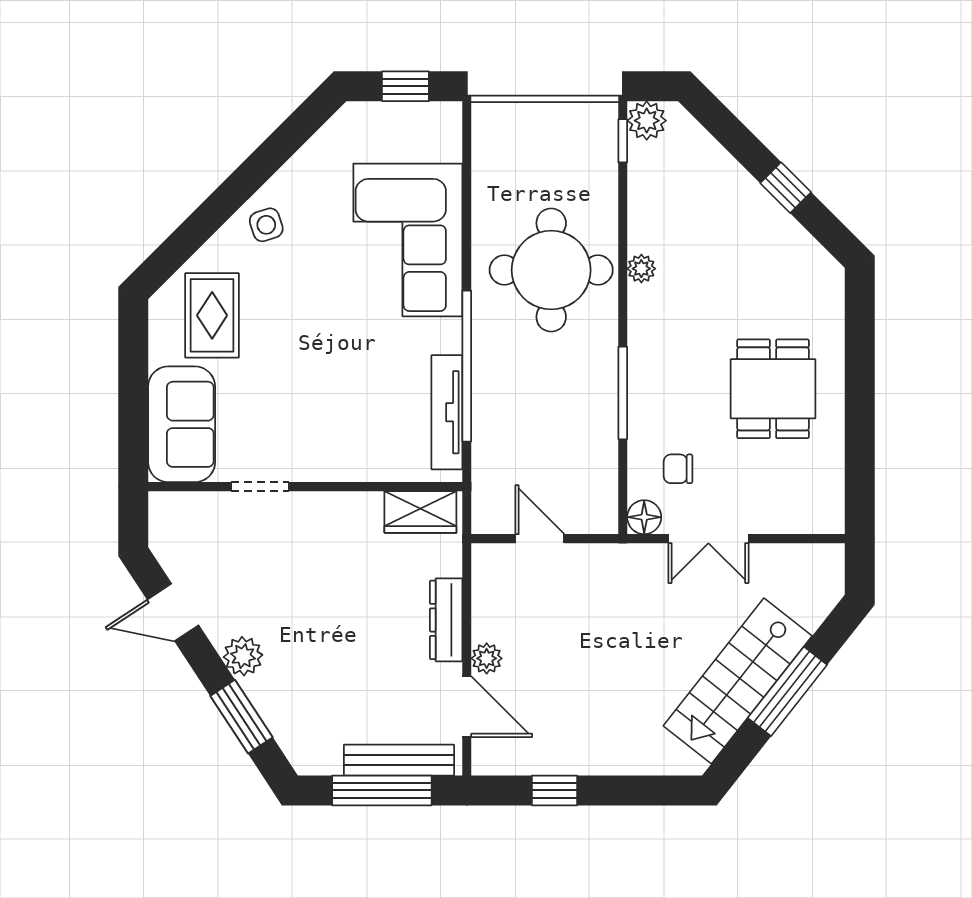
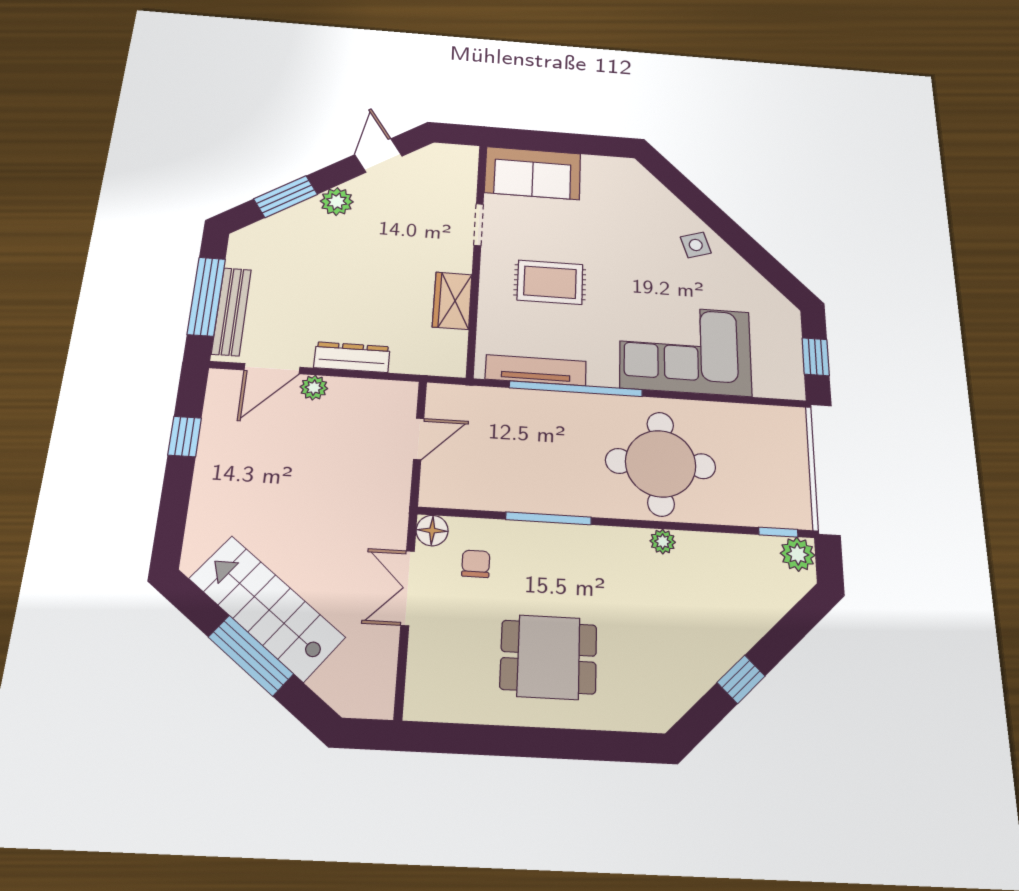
rug: (212, 315) -> (550, 282), moved
wardrobe: (420, 512) -> (452, 301), moved

